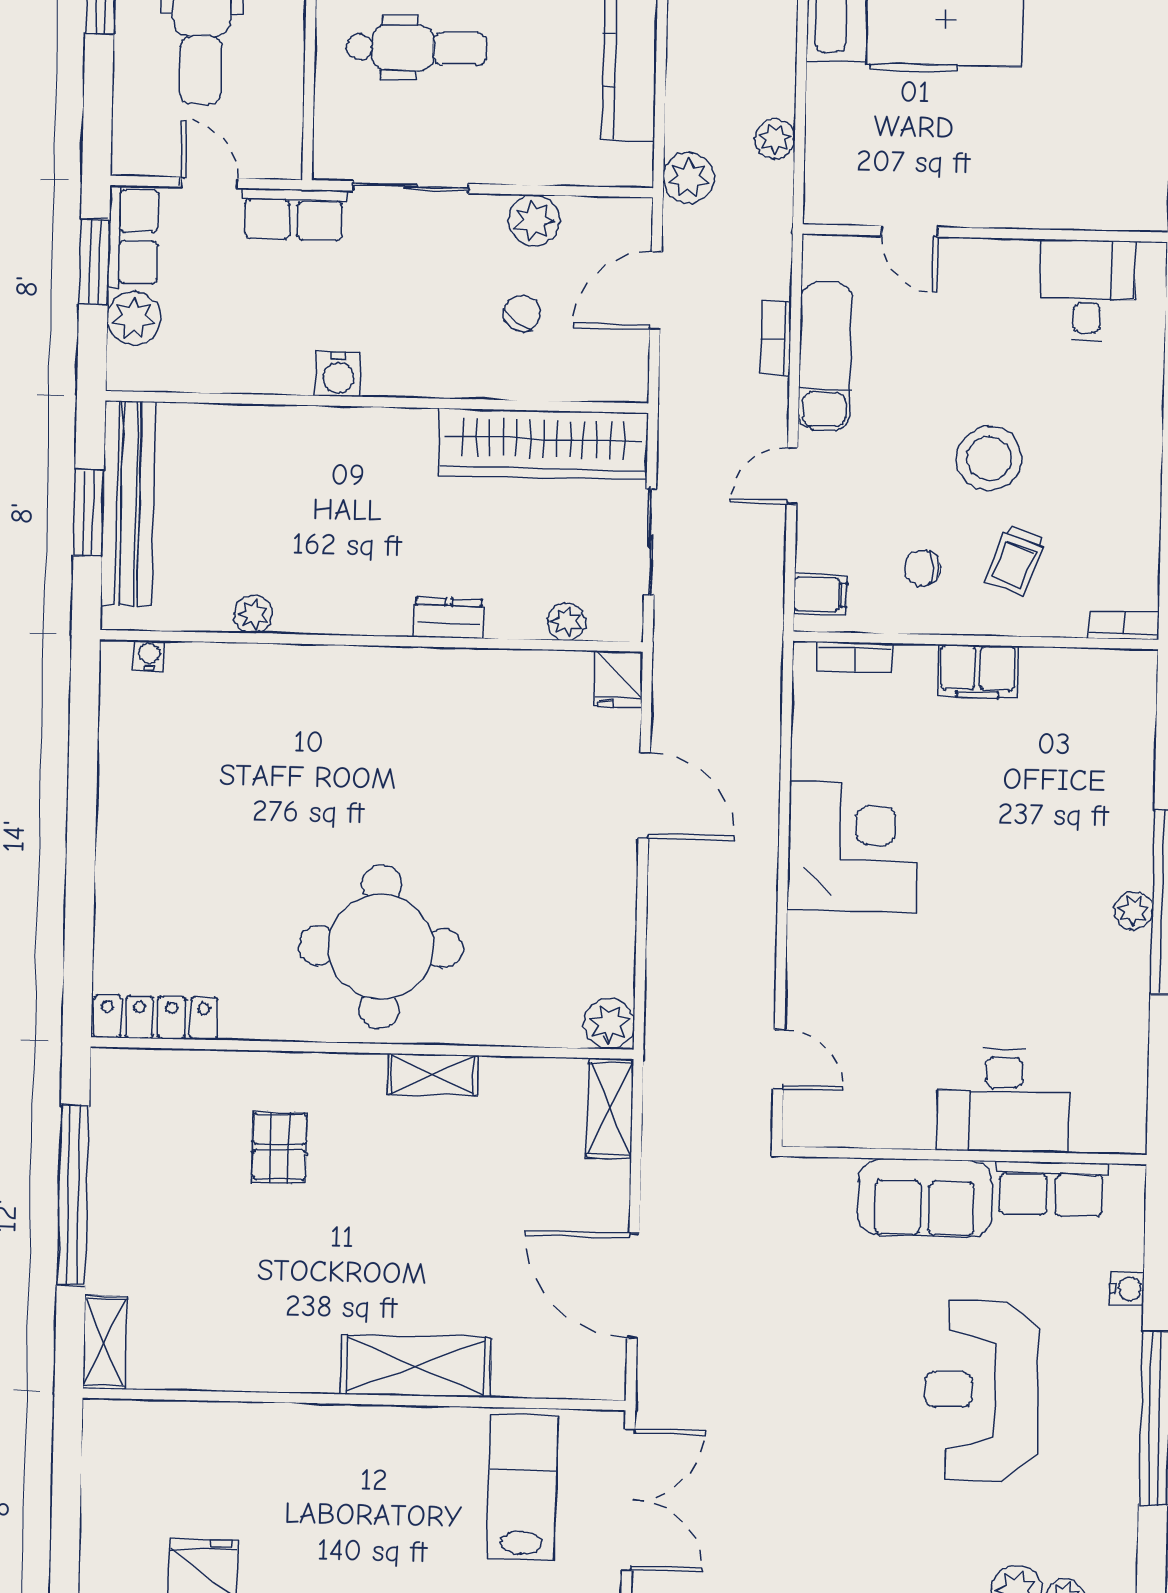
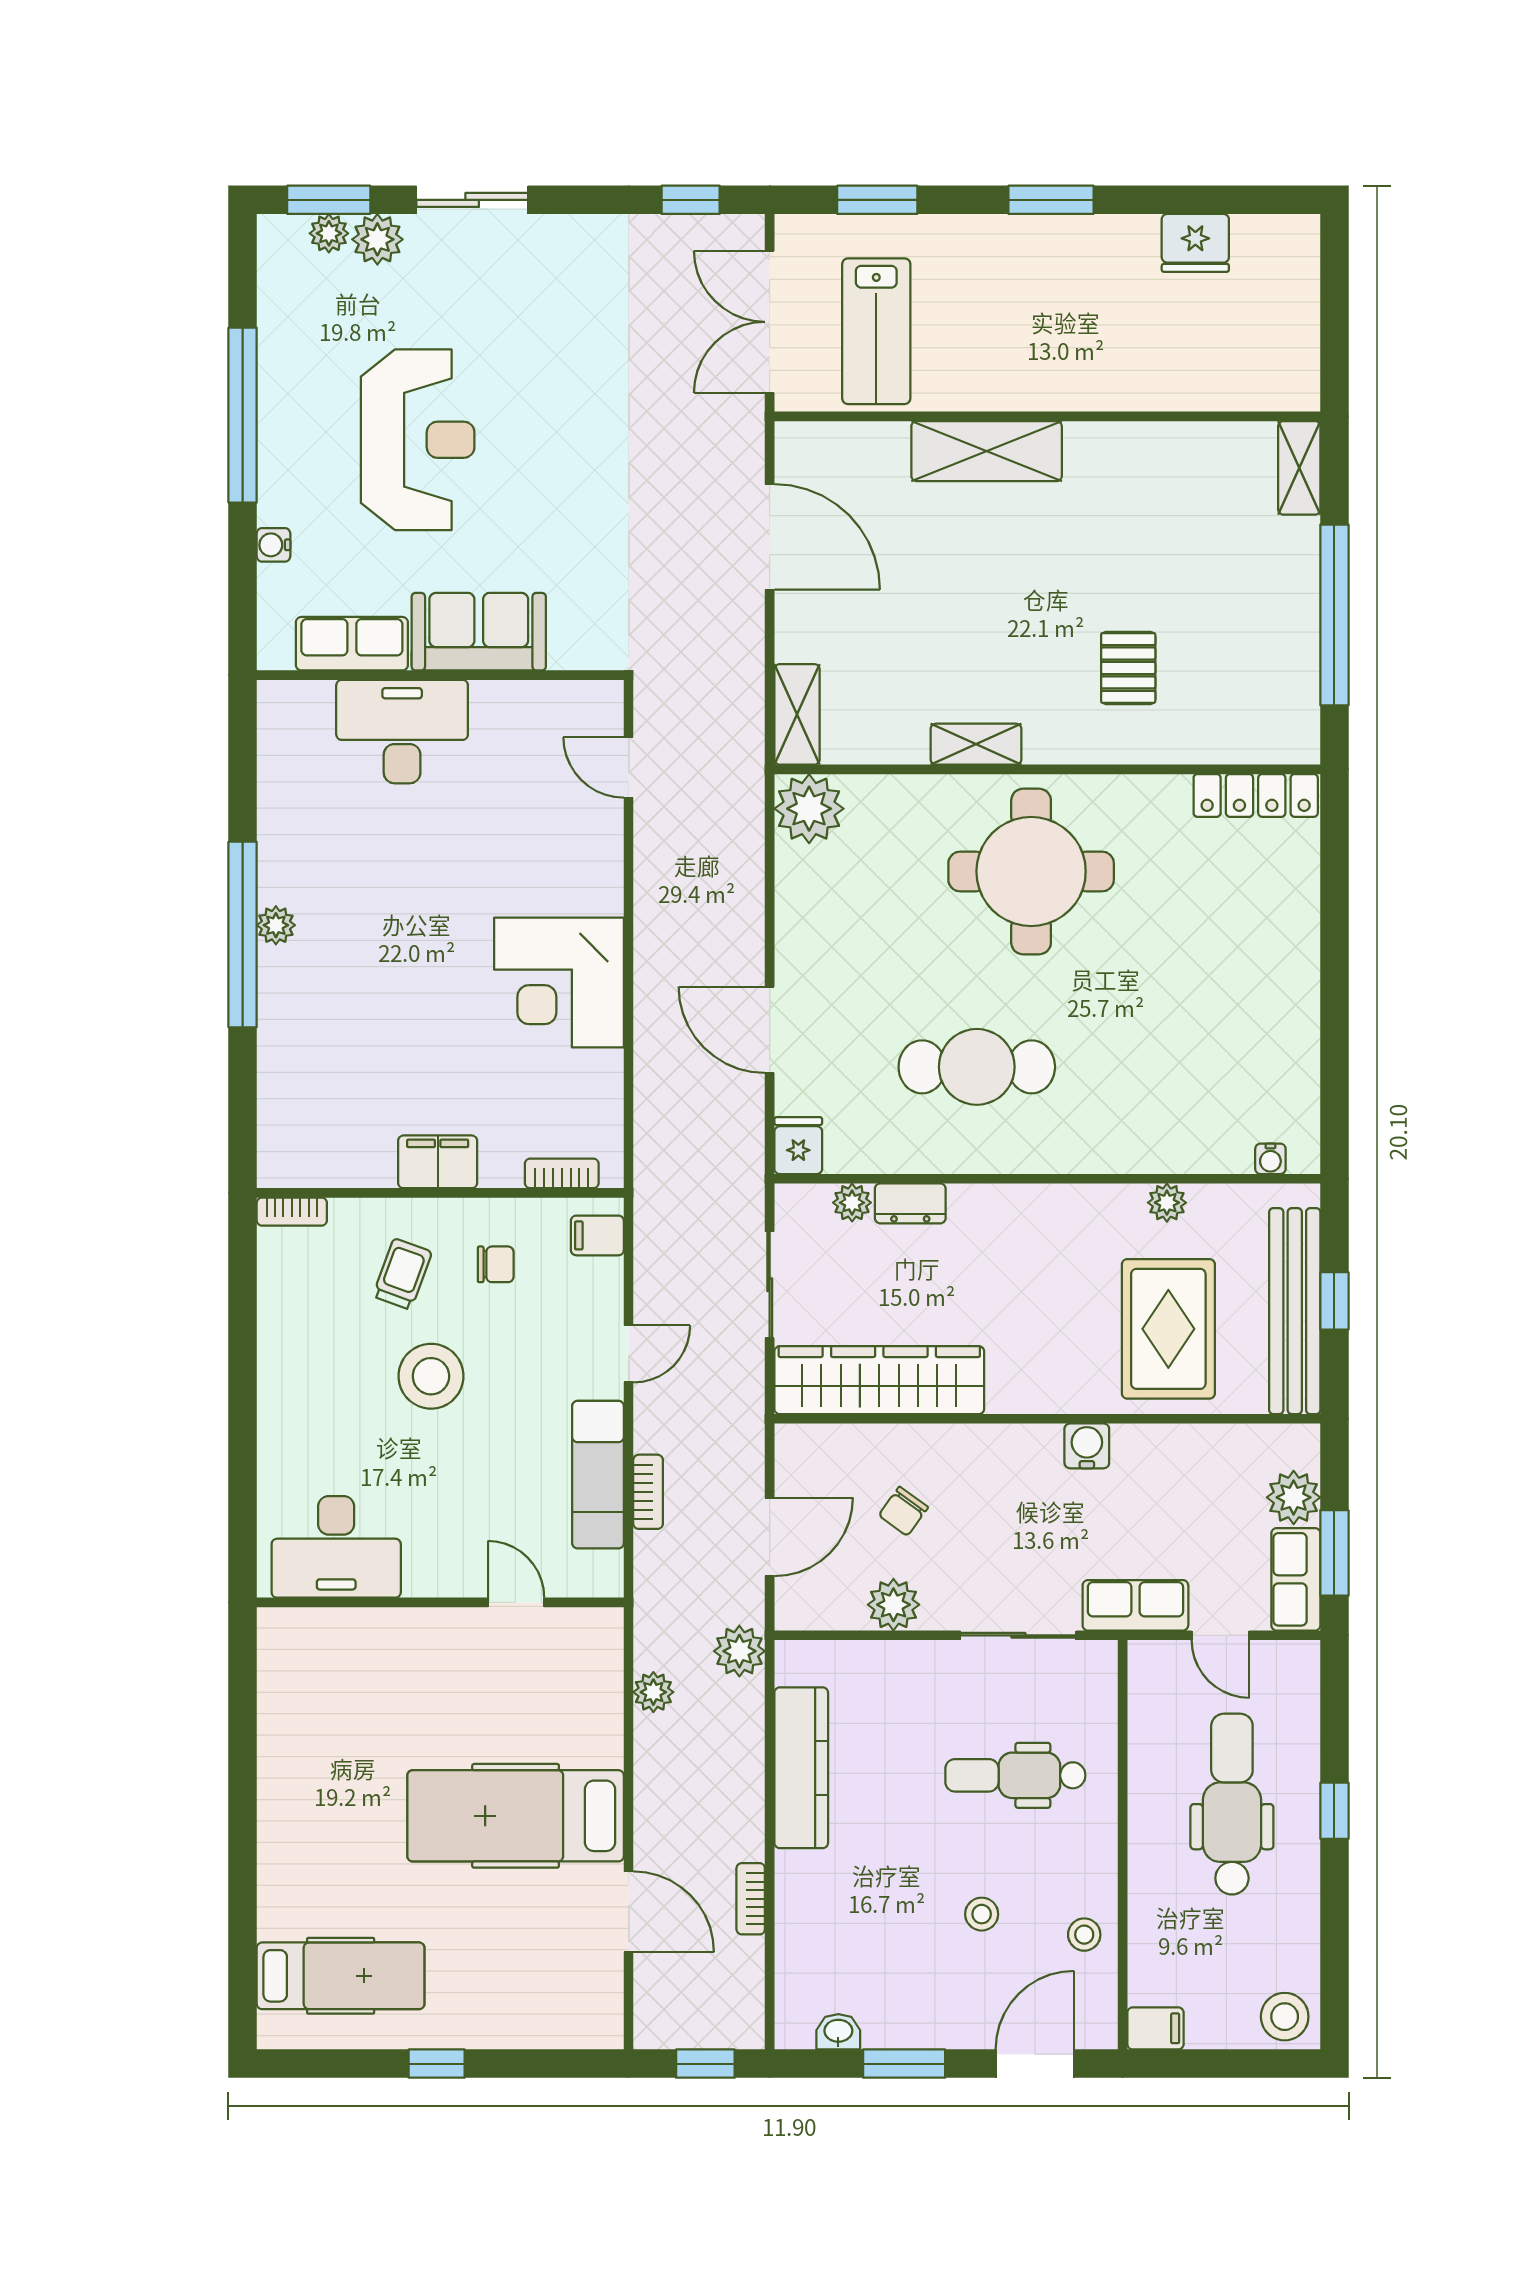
desk: (1087, 291) -> (336, 1547), width x1.37
rug: (254, 489) -> (1168, 1329), added
window: (89, 513) -> (1334, 1301), width x0.67
dresser: (449, 618) -> (910, 1203), moved
cafe table: (439, 754) -> (977, 1067), added
plant: (609, 1024) -> (809, 809), width x1.36, depth x1.36

